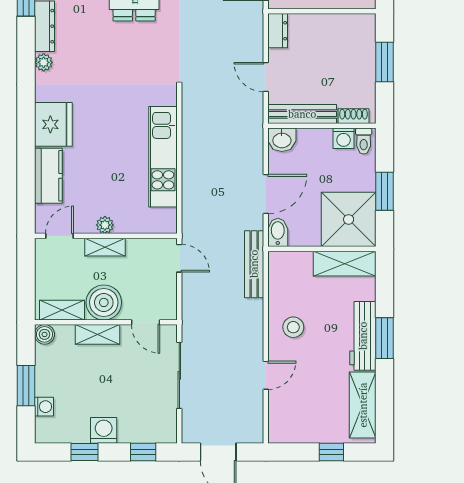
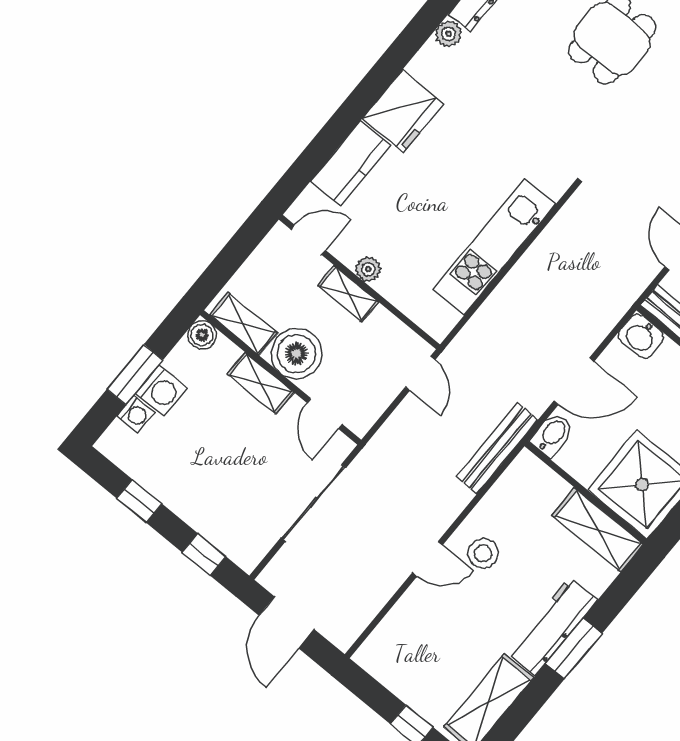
door: (266, 375) -> (427, 559), moved
washing machine: (104, 430) -> (161, 391), moved, turned 90

